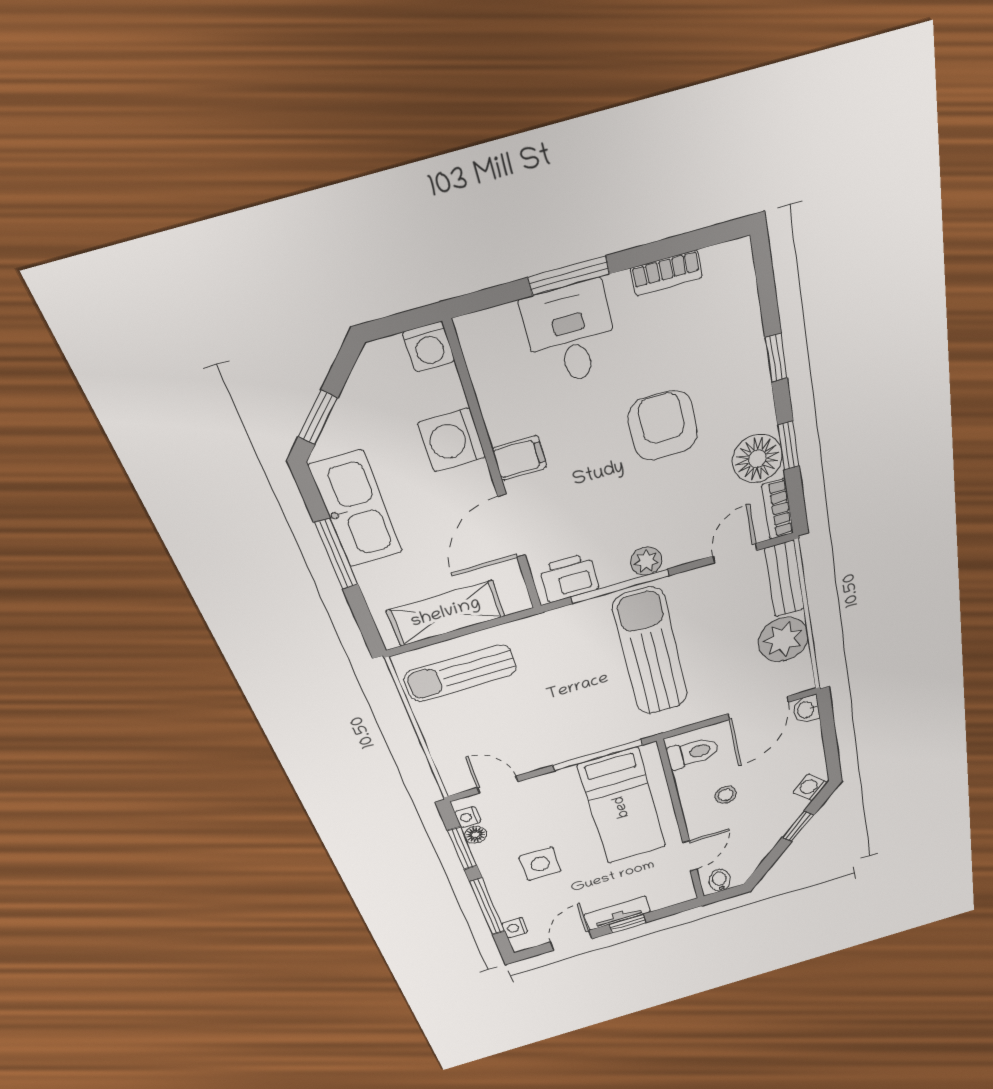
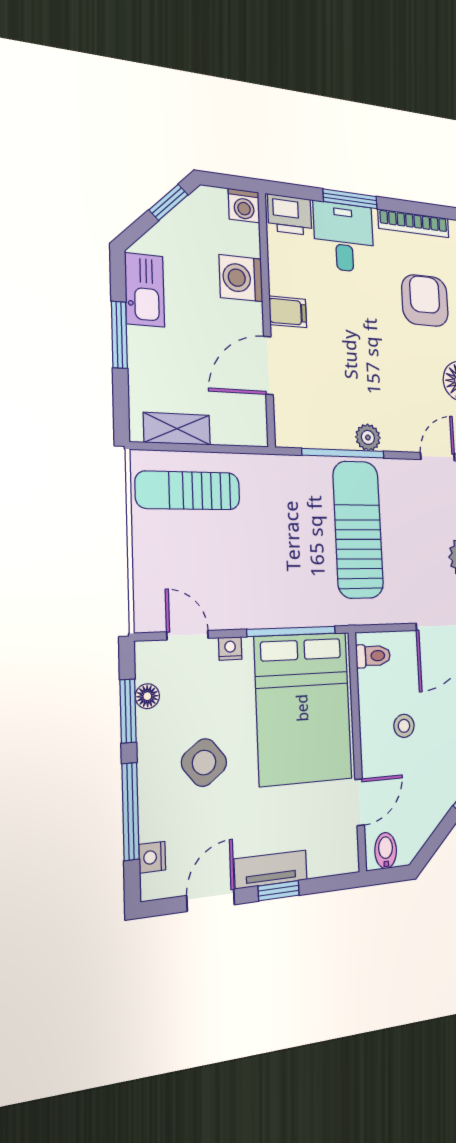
bookcase: (667, 273) -> (414, 223), width x1.56
window: (318, 417) -> (169, 202), moved
armchair: (663, 426) -> (425, 301), moved
kitchen sink: (356, 509) -> (145, 290), width x0.73, depth x0.81
printer: (569, 578) -> (290, 215), moved, turned 180
shelving: (446, 613) -> (177, 429), width x0.67, depth x0.75
toilet: (693, 753) -> (373, 656), width x0.73, depth x0.72
bed: (622, 807) -> (303, 708), width x1.50
nightstand: (468, 817) -> (230, 648), moved, turned 90
side table: (540, 864) -> (204, 762), turned -38

